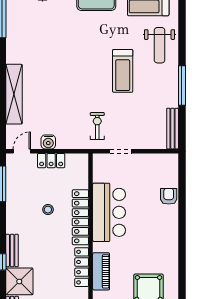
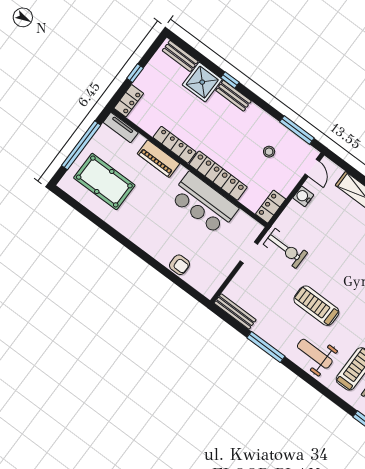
exercise bike: (97, 126) -> (285, 249), width x1.38, depth x1.39
locker: (51, 161) -> (271, 207), moved
stool: (48, 210) -> (269, 152), moved

